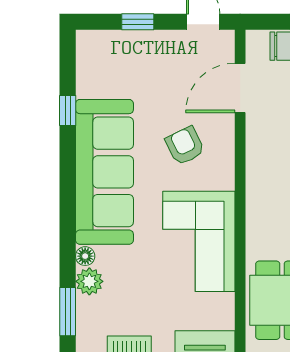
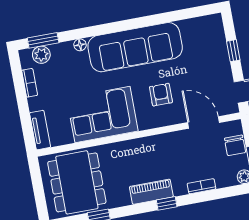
window: (68, 110) -> (169, 17), removed
armchair: (185, 146) -> (161, 95), turned -64
plant: (89, 281) -> (41, 55), moved

